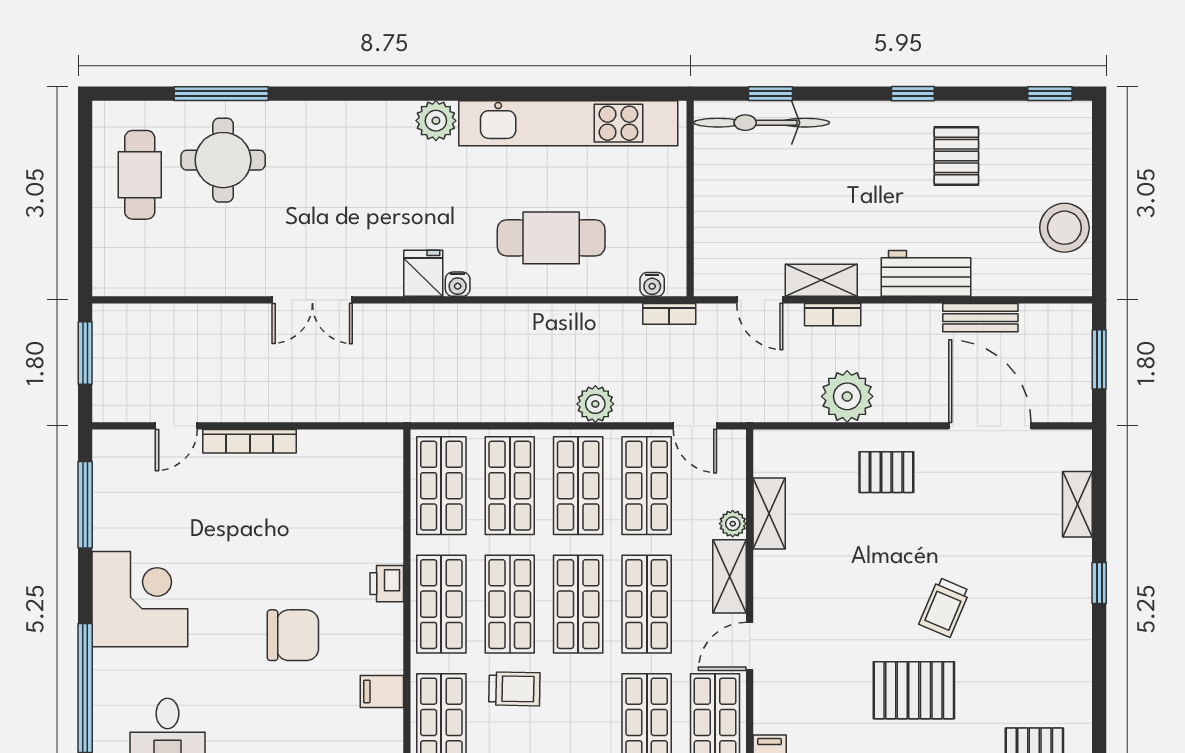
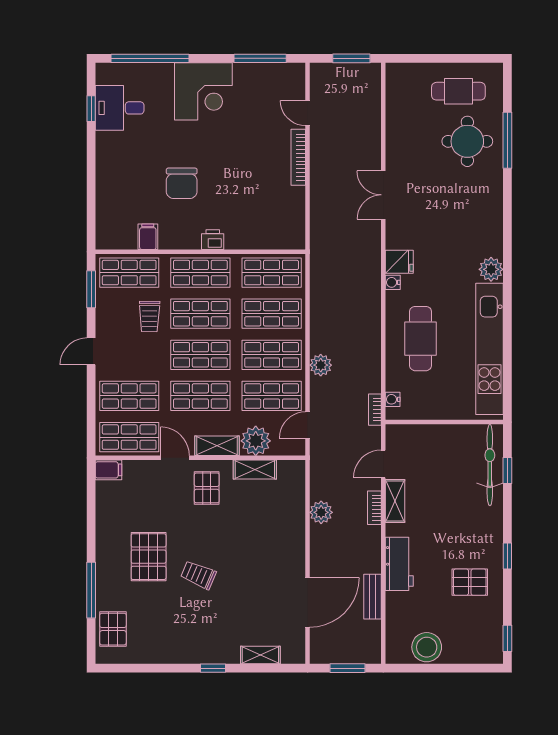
plant: (847, 396) -> (321, 512), width x0.73, depth x0.73
pallet: (886, 472) -> (207, 488), moved
plant: (733, 524) -> (256, 441), width x1.88, depth x1.88

